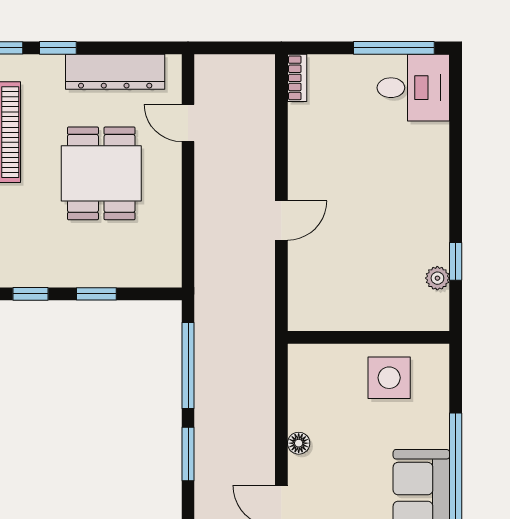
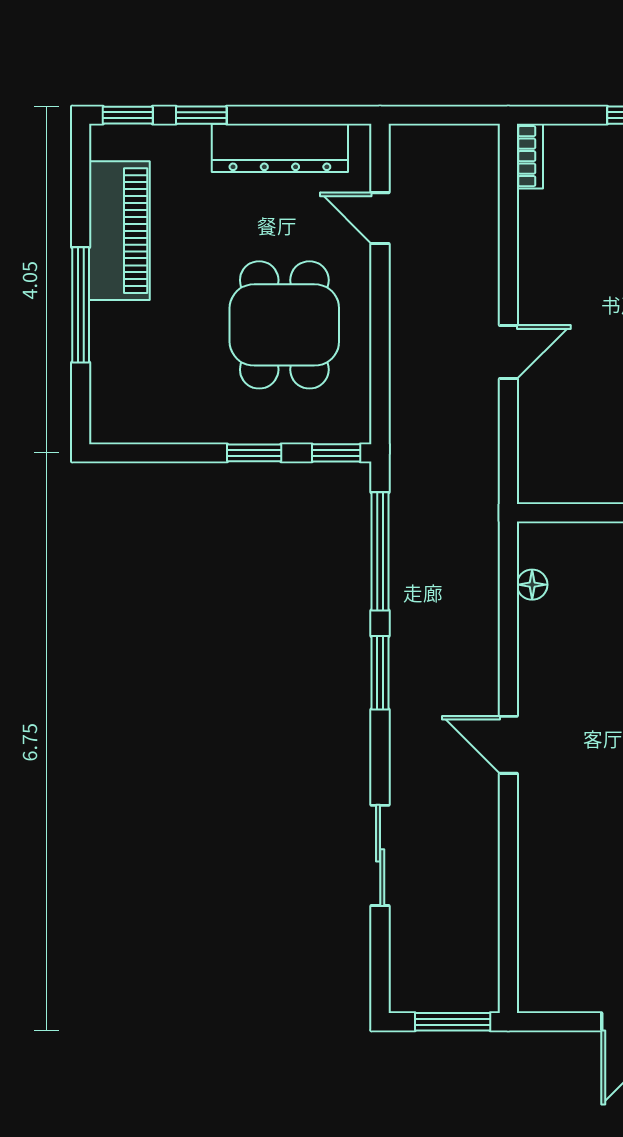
dining table: (101, 173) -> (284, 325), moved
window: (31, 294) -> (336, 453), moved
floor lamp: (299, 443) -> (532, 585), moved

